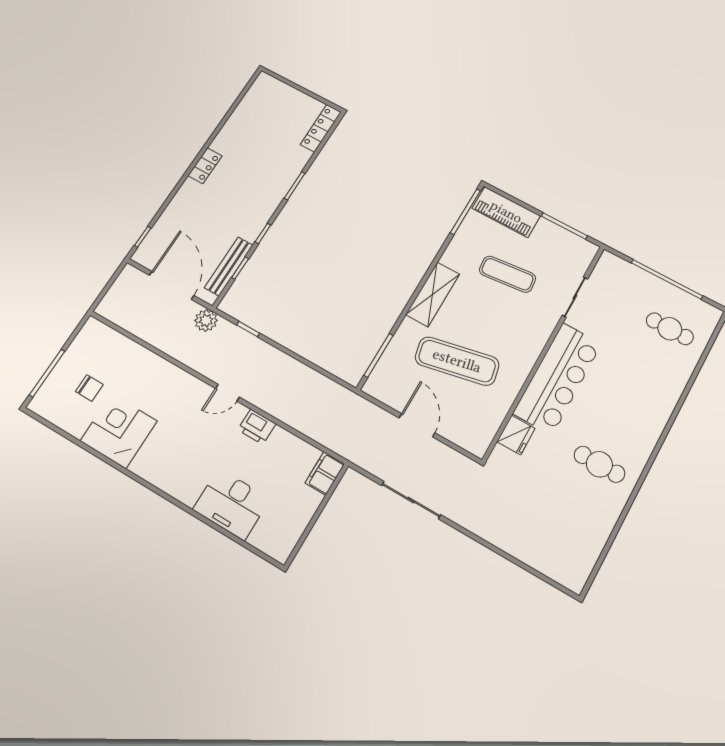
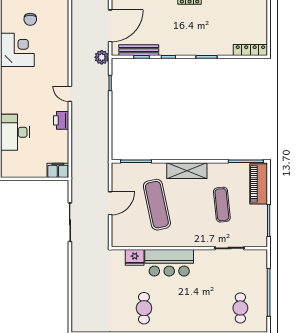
bar counter: (558, 378) -> (169, 263), width x0.73

